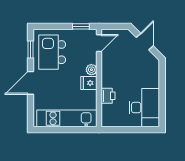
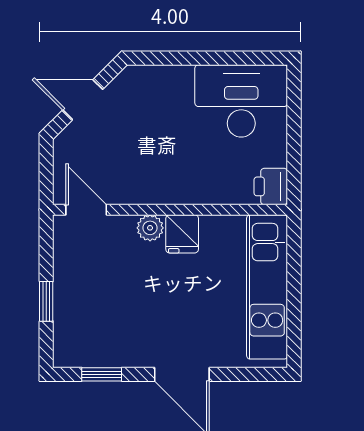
window: (81, 26) -> (46, 301), moved
kitchen island: (52, 52) -> (108, 322), removed
printer: (108, 96) -> (271, 186), moved, turned -90

